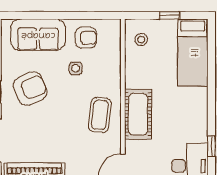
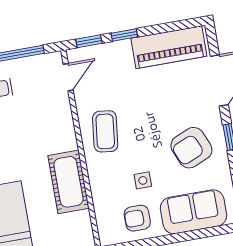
stool: (141, 40) -> (73, 227), removed
cot: (138, 114) -> (68, 182), moved

